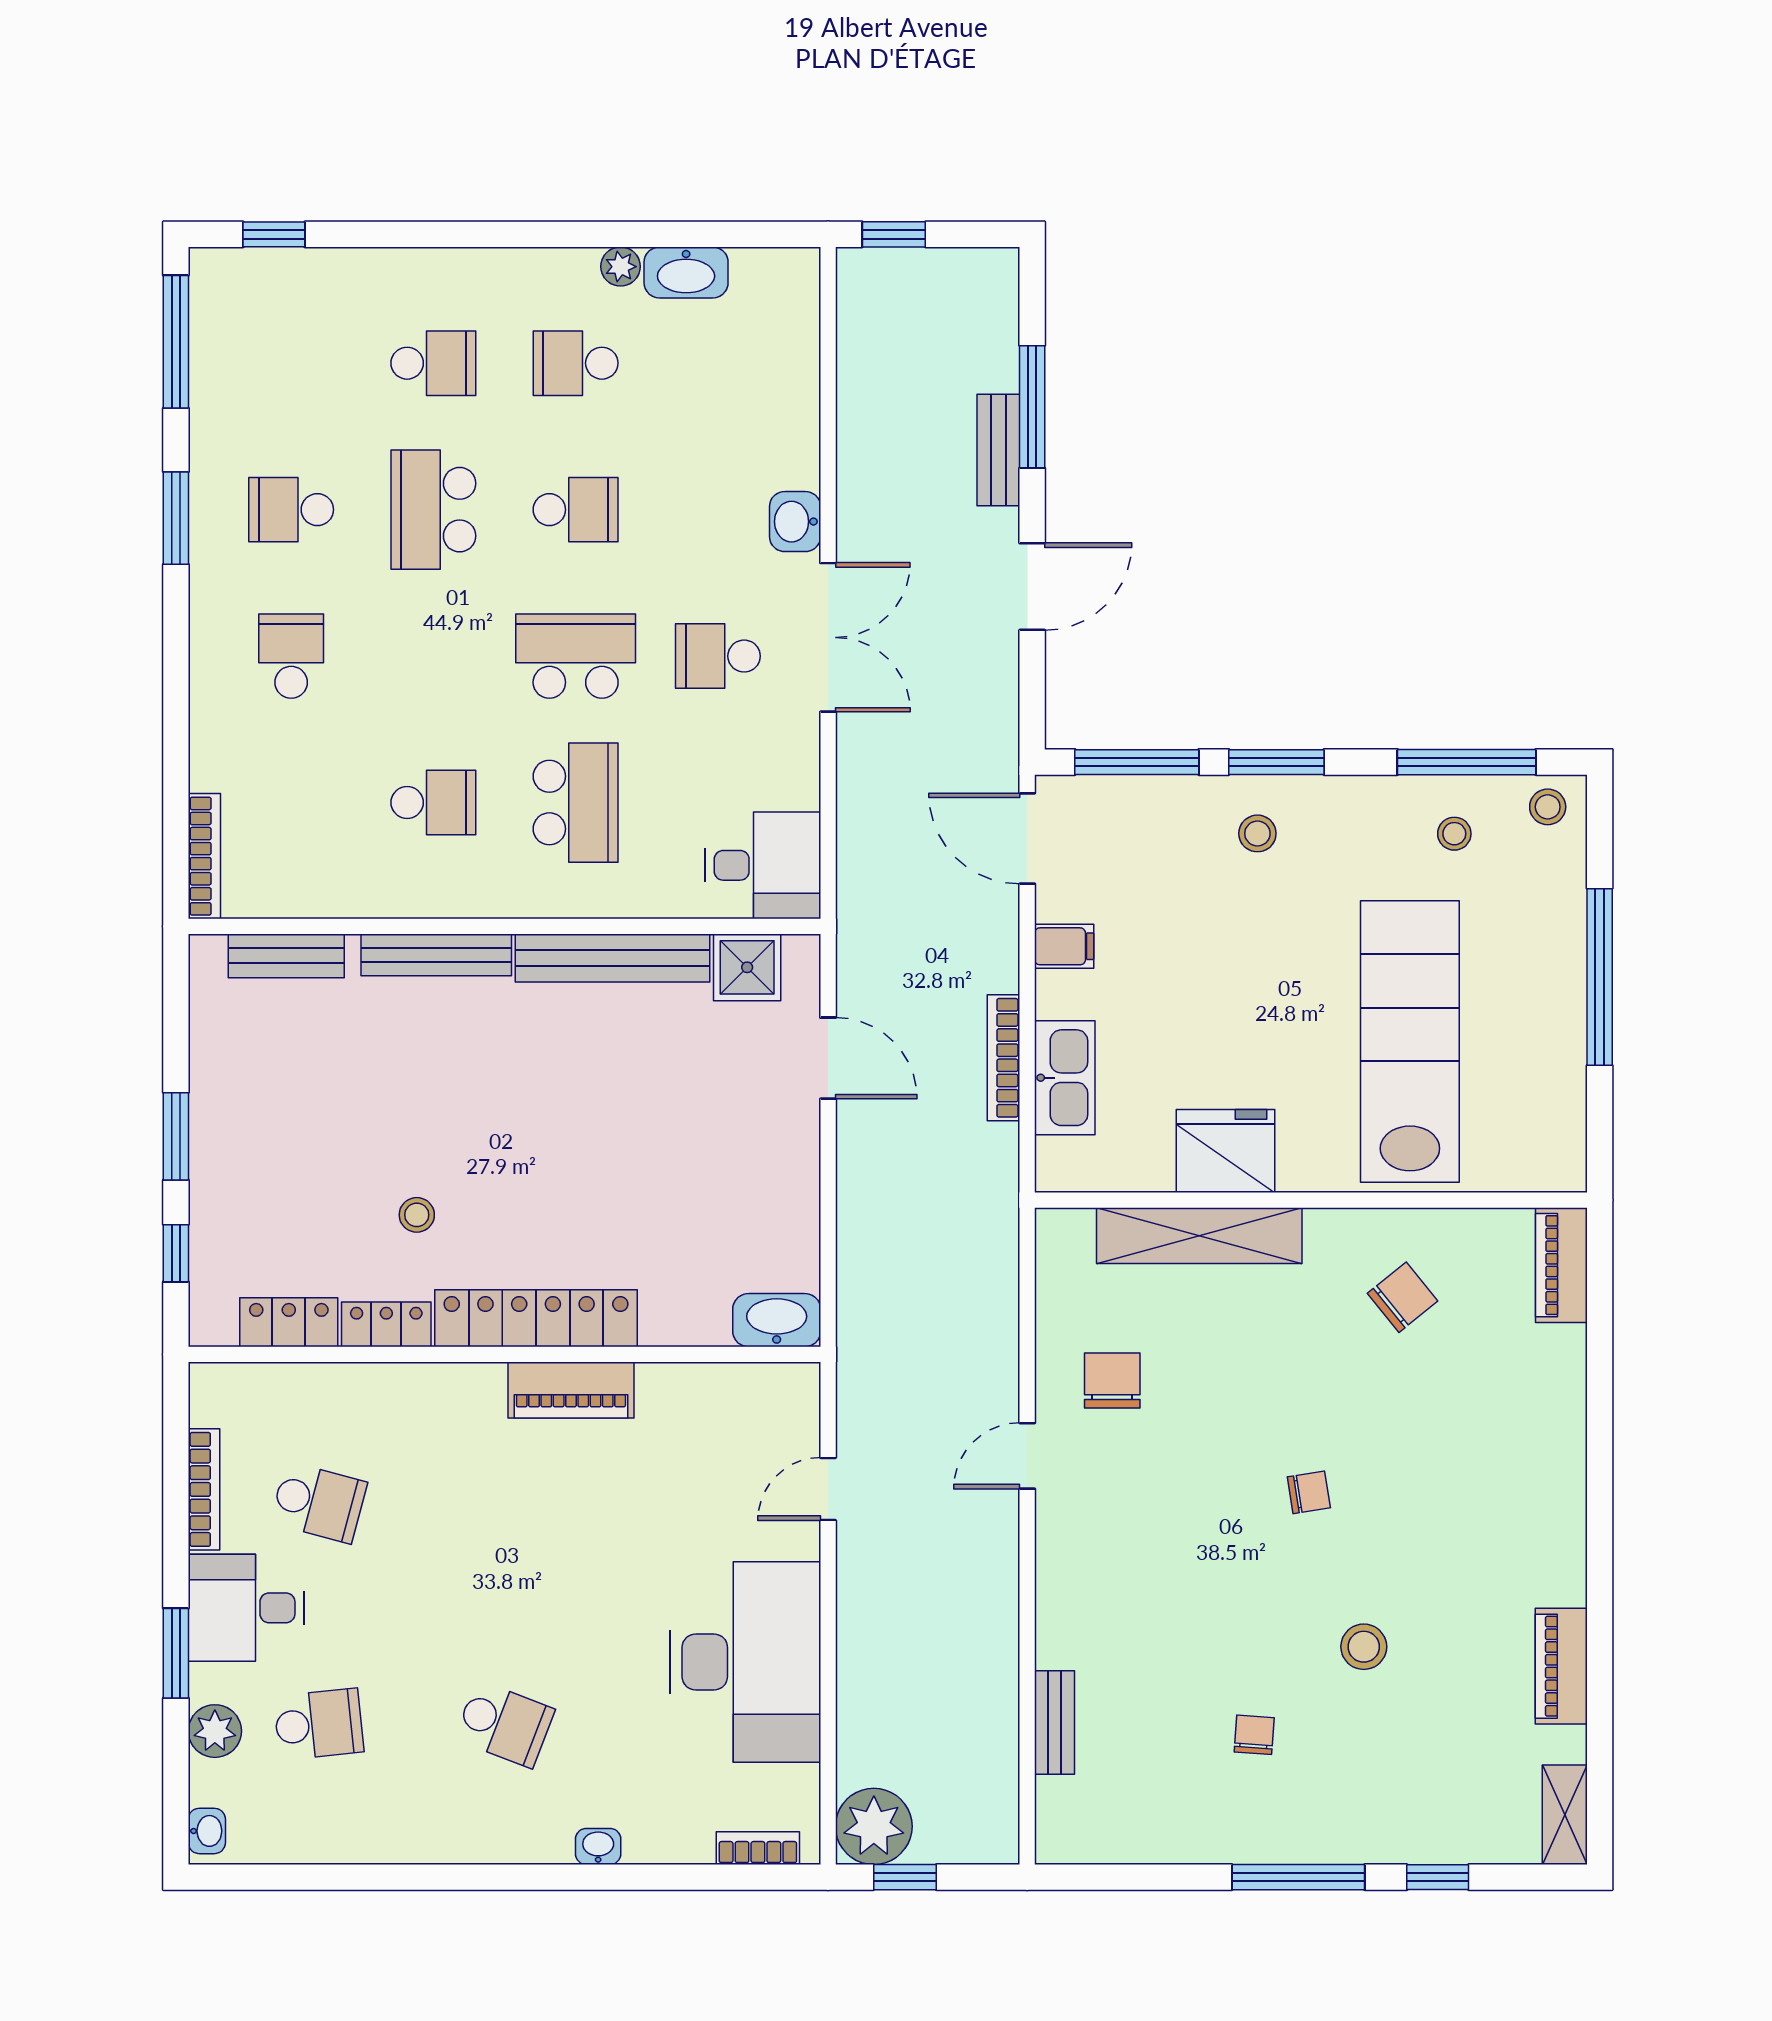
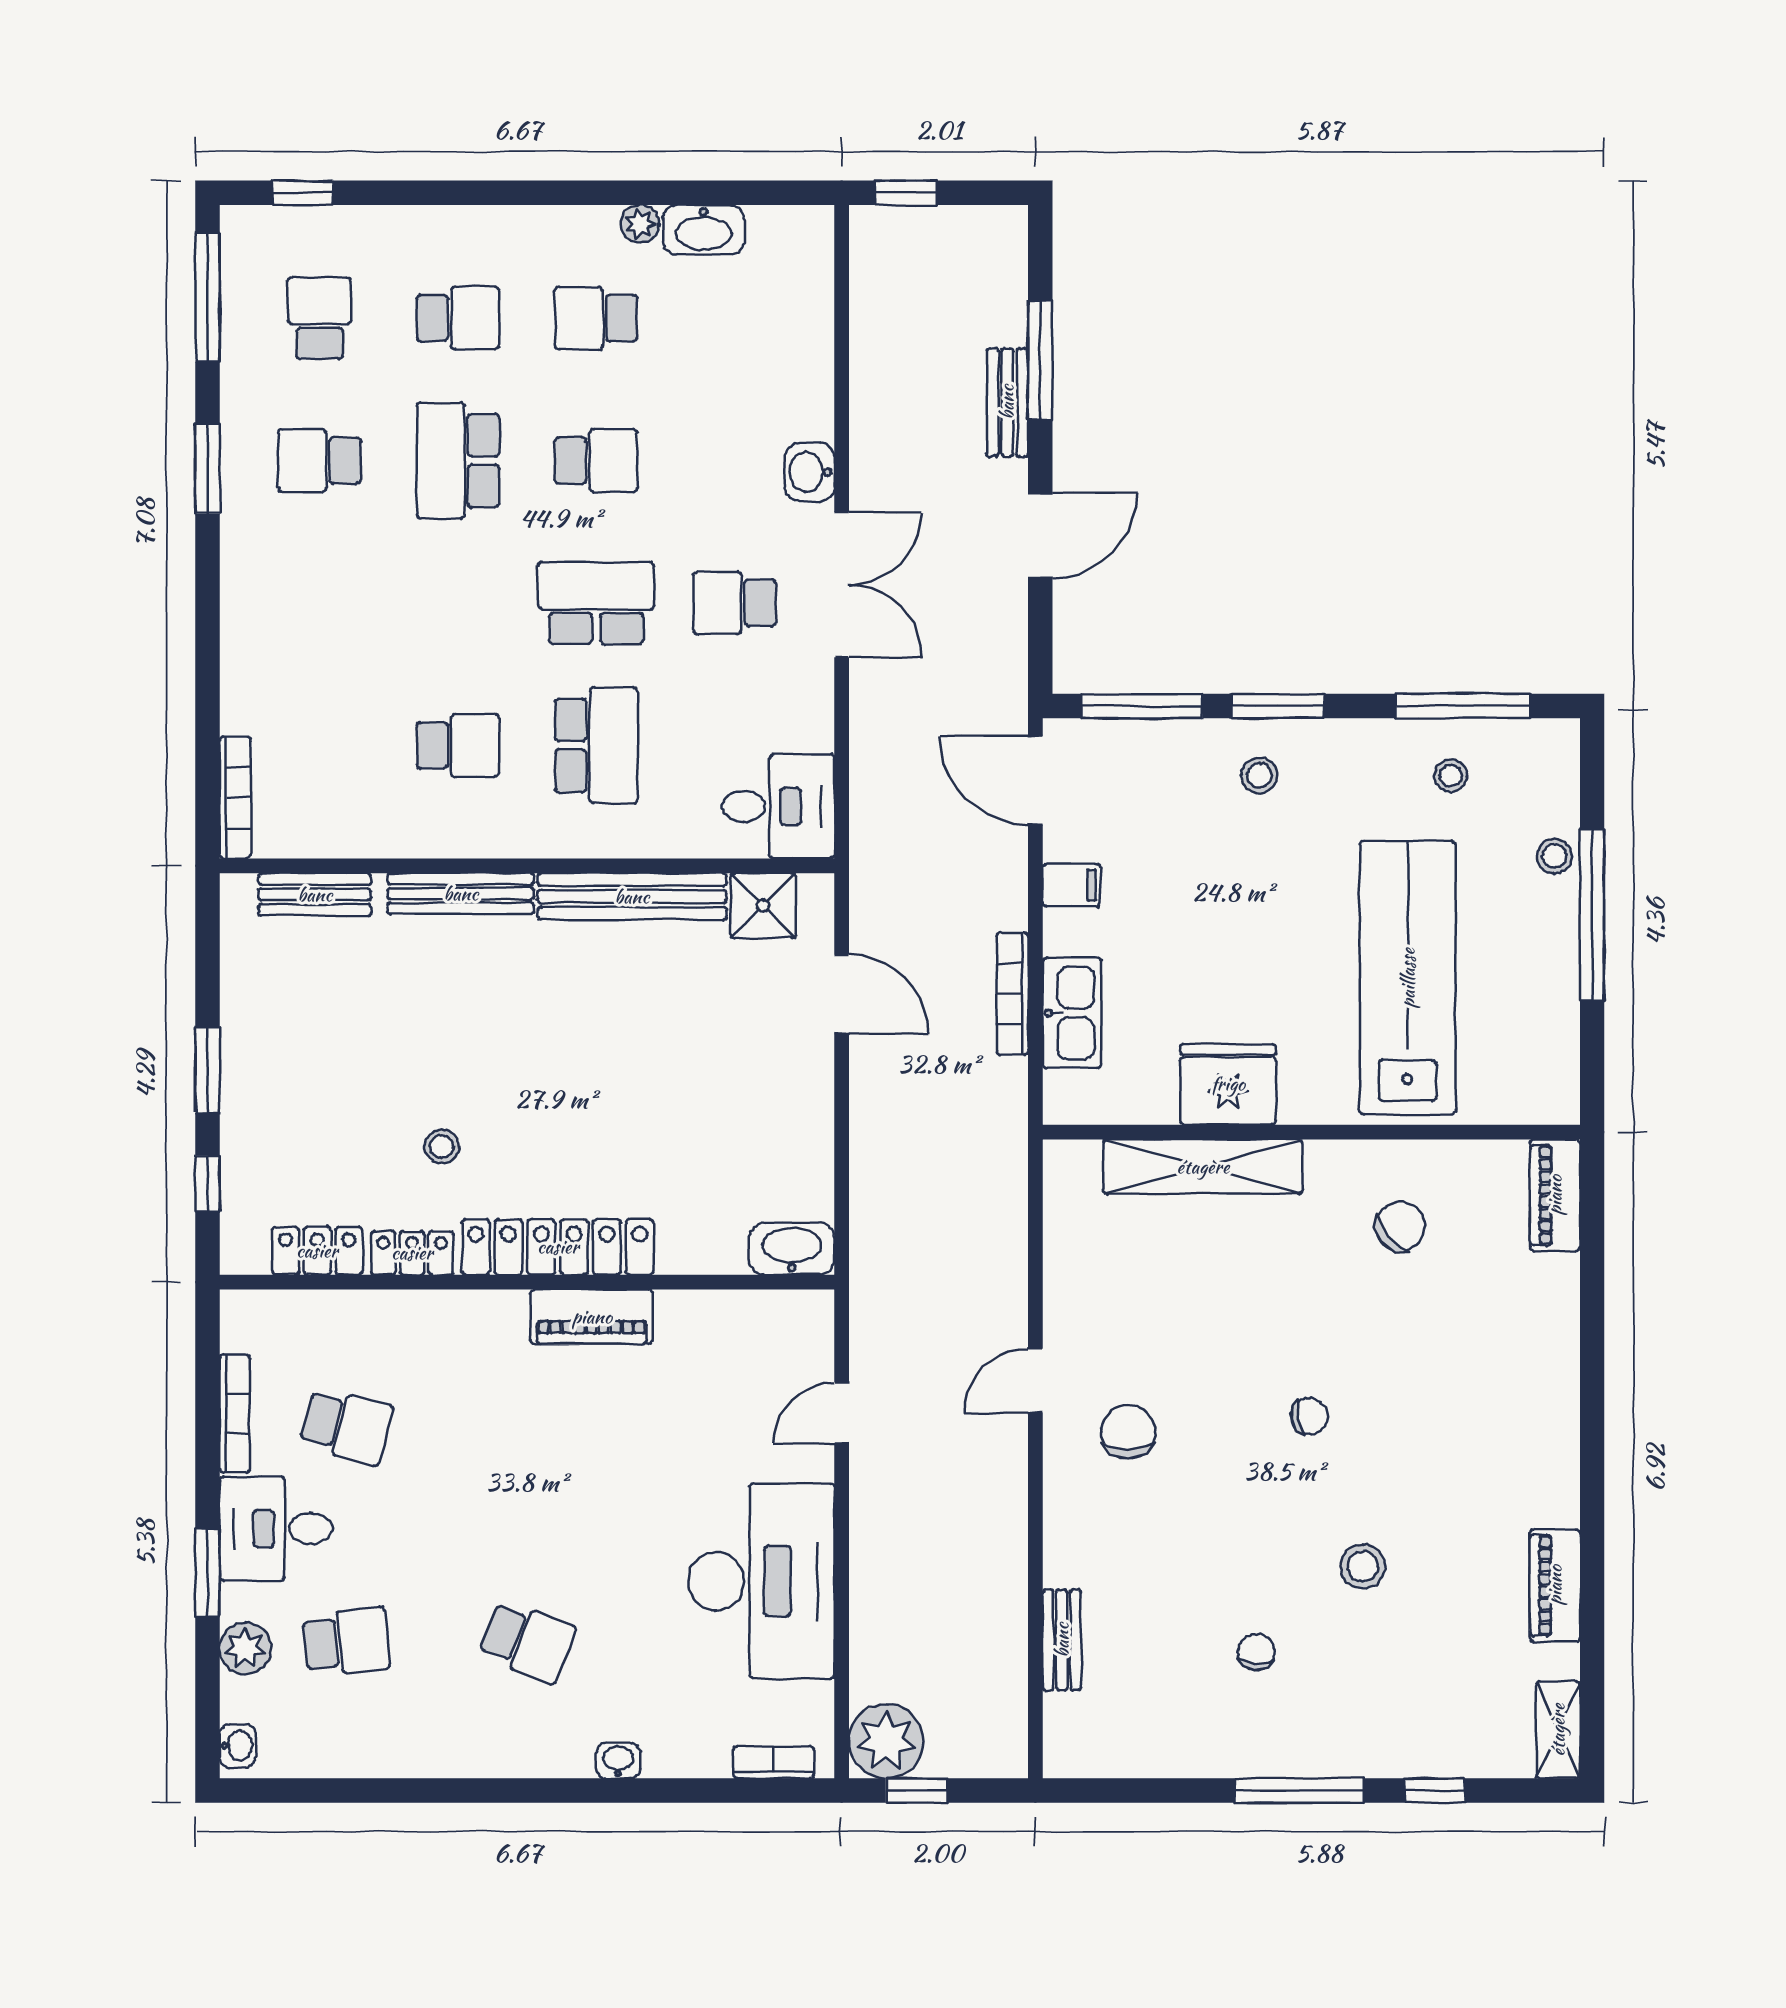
school desk: (291, 656) -> (320, 318), moved
stool: (1548, 807) -> (1554, 856), moved
chair: (1112, 1381) -> (1128, 1432), moved

